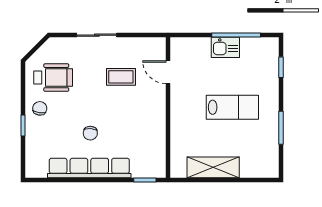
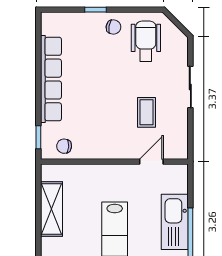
kitchen sink: (225, 47) -> (175, 222), width x1.88, depth x1.24
wheelchair: (53, 78) -> (146, 41), turned 180
chair: (90, 133) -> (64, 146), moved

